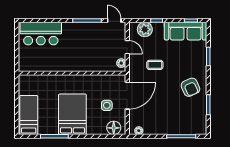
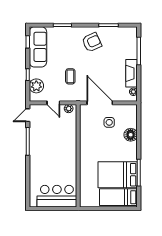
bar counter: (41, 34) -> (57, 196), moved, turned -90
door: (127, 47) -> (53, 103), swing flipped
bed: (72, 114) -> (118, 175), moved
floor lamp: (114, 128) -> (131, 135), moved
fireplace: (158, 129) -> (132, 73), added

